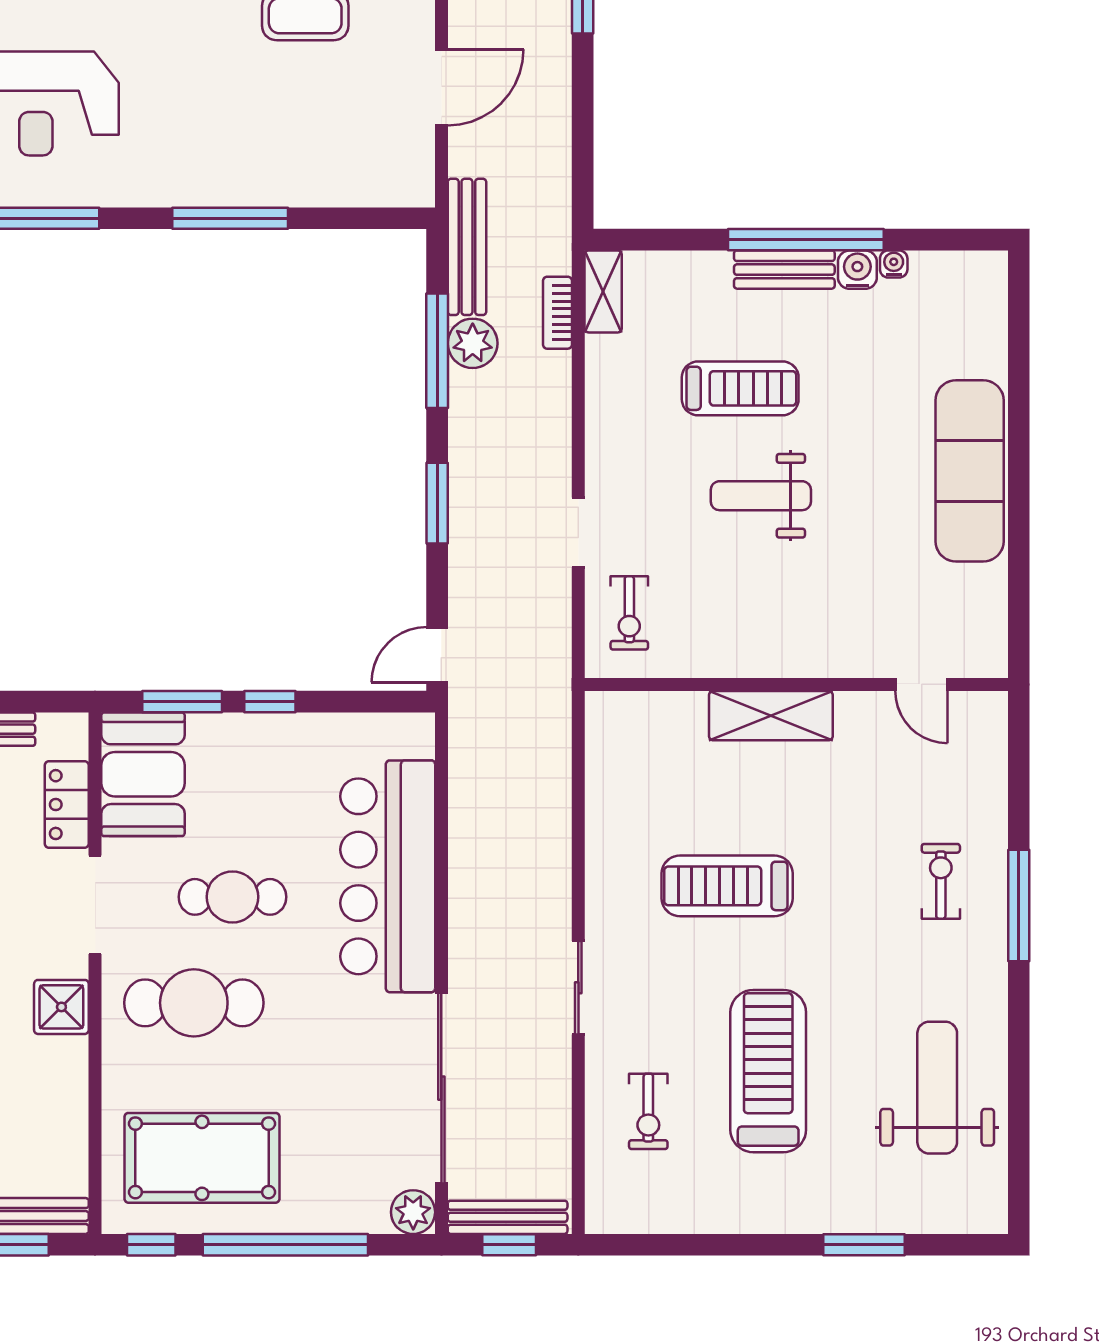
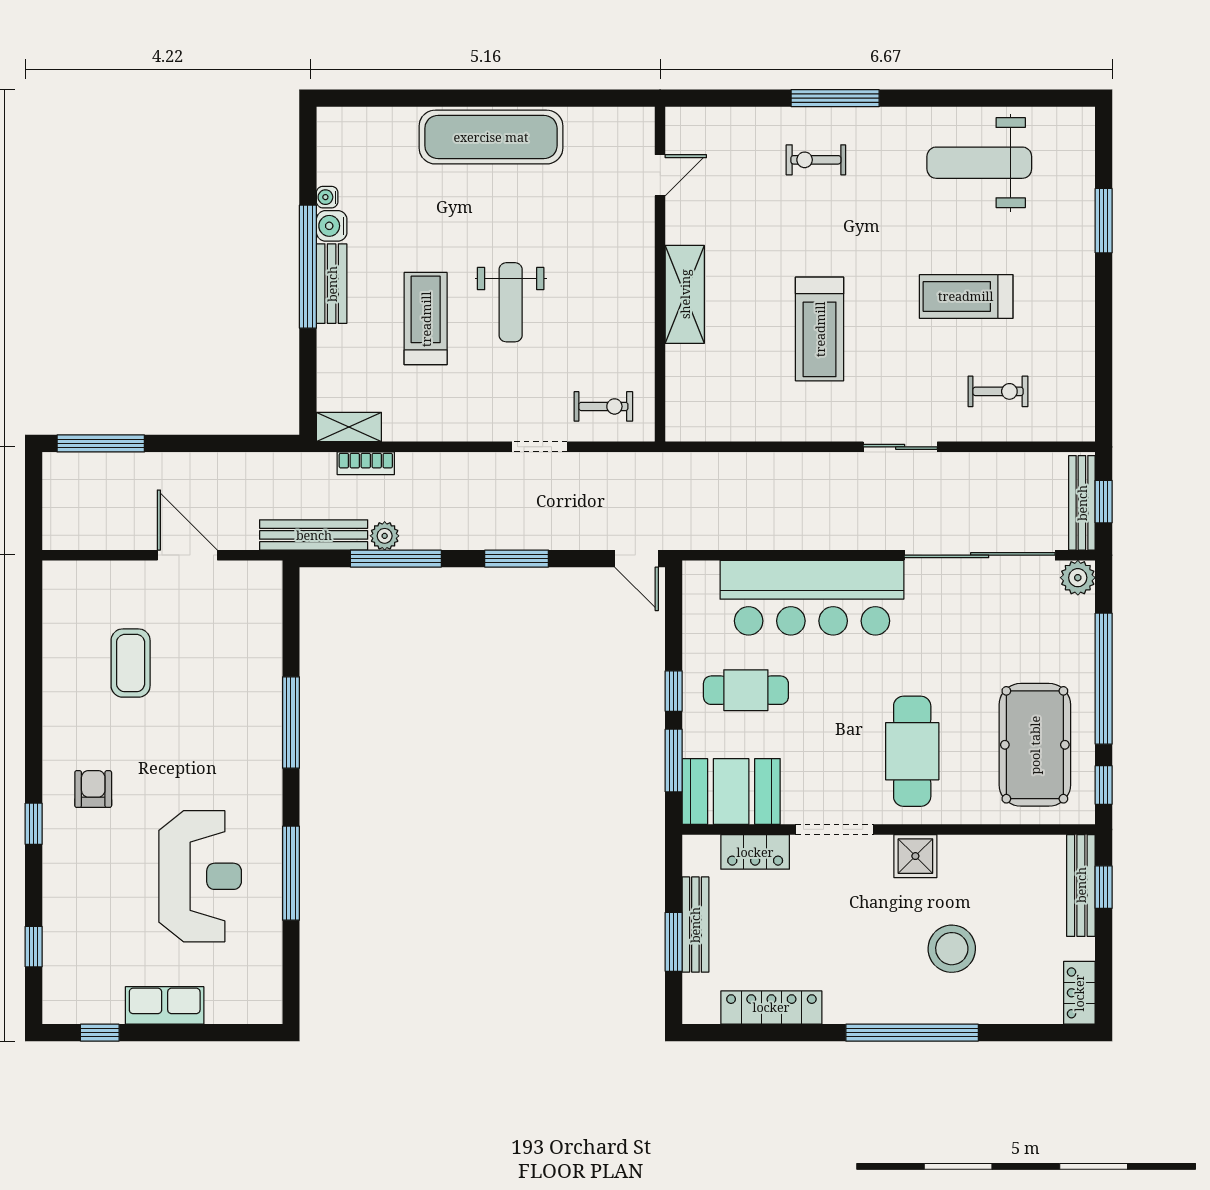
plant: (473, 343) -> (385, 536), width x0.73, depth x0.73
cafe table: (232, 897) -> (746, 690), moved, turned 90
treadmill: (768, 1071) -> (966, 296), width x0.73, depth x0.73

